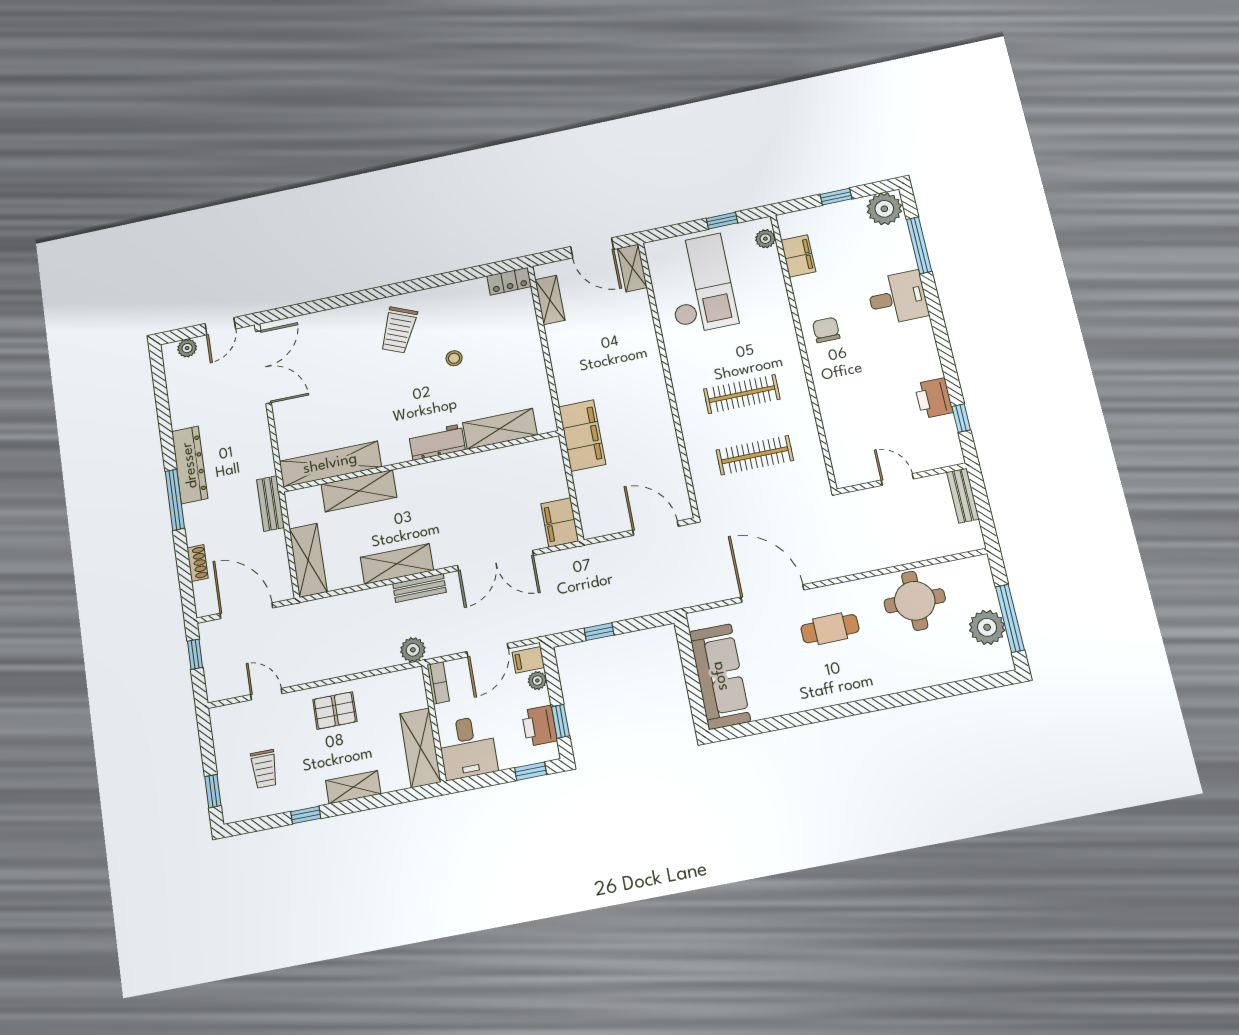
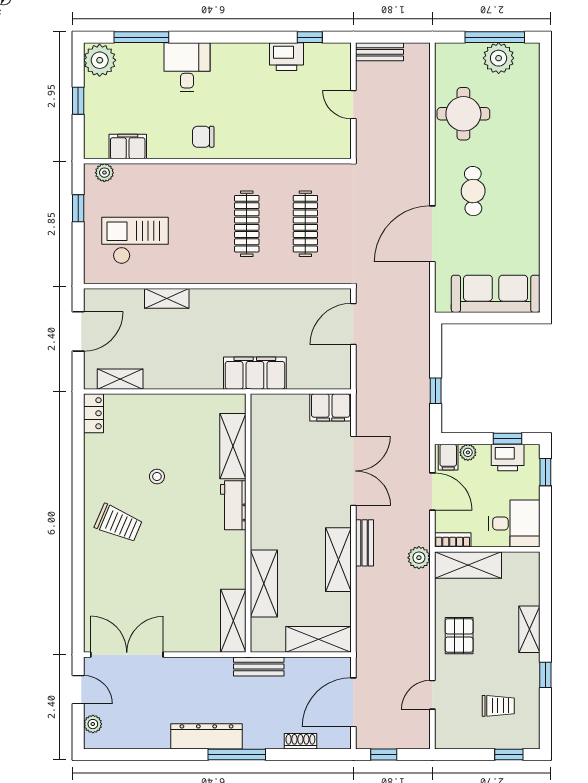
shelving: (632, 268) -> (167, 298), moved
checkout: (700, 284) -> (135, 241), width x0.73, depth x0.83
shelving: (330, 464) -> (233, 621), width x0.68
door: (897, 480) -> (353, 105), hinge flipped
shelving: (420, 748) -> (468, 565), moved

